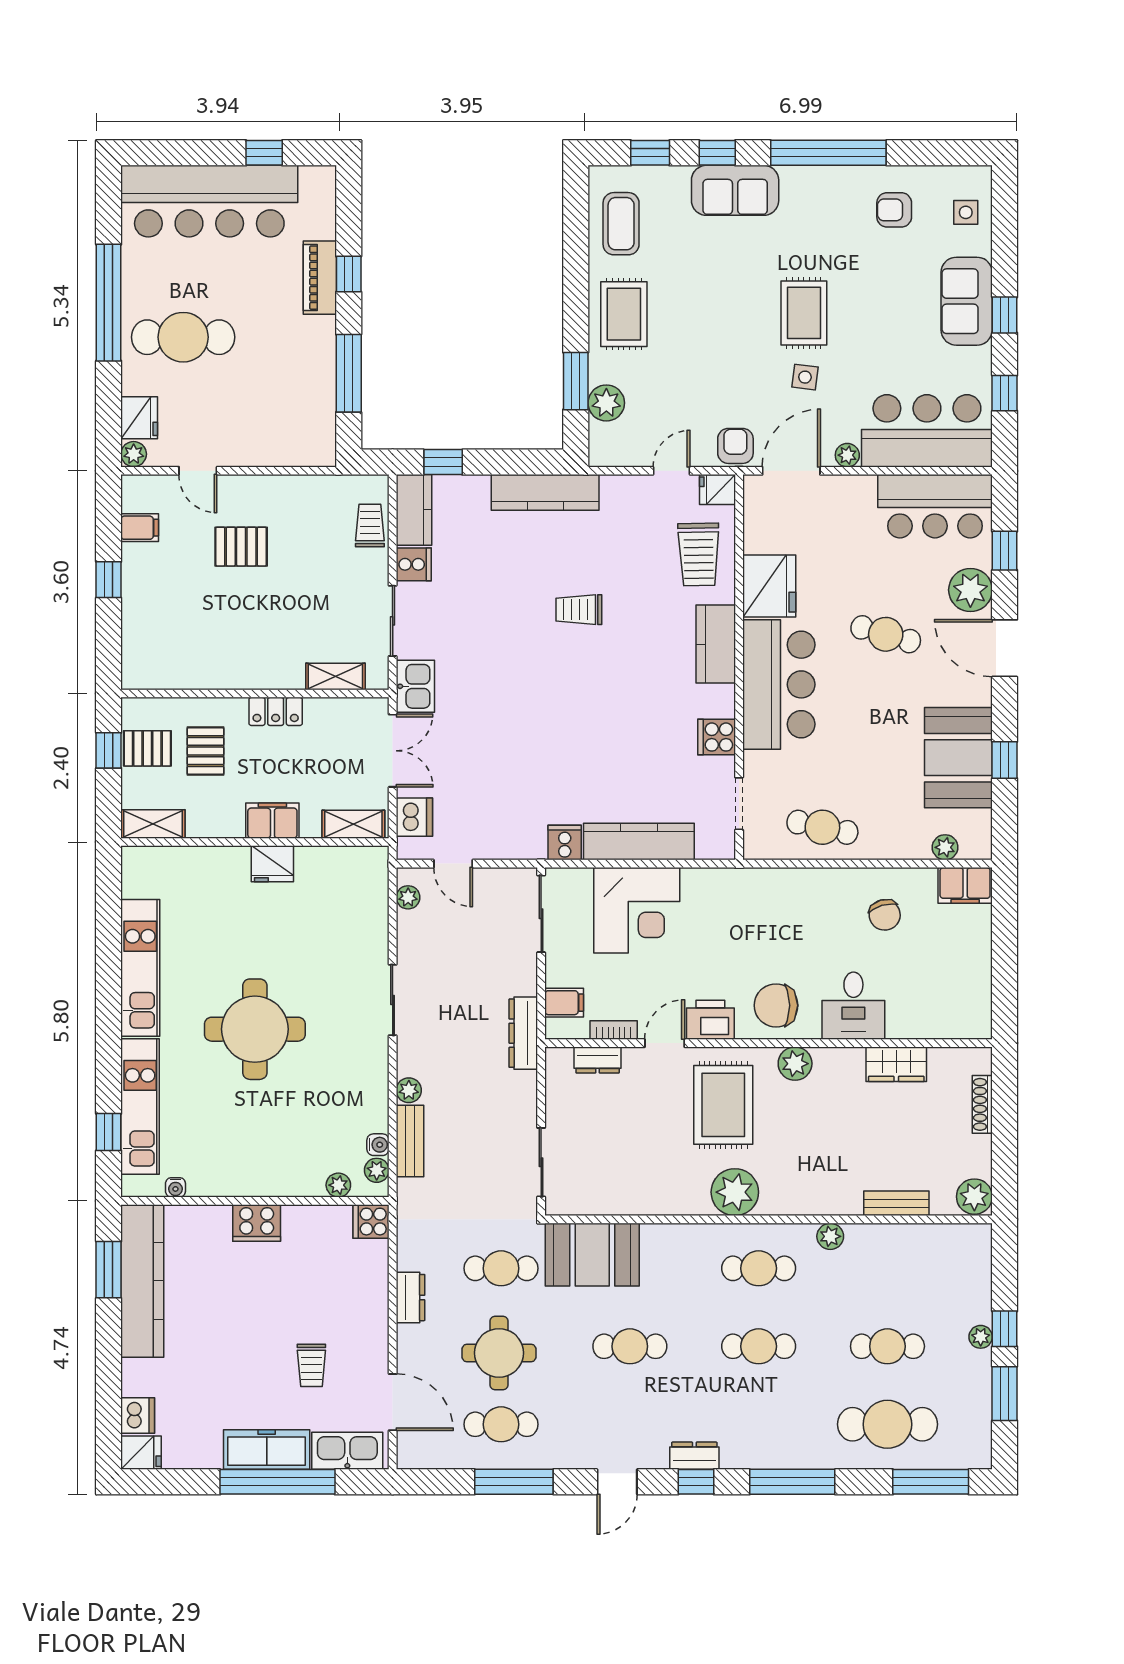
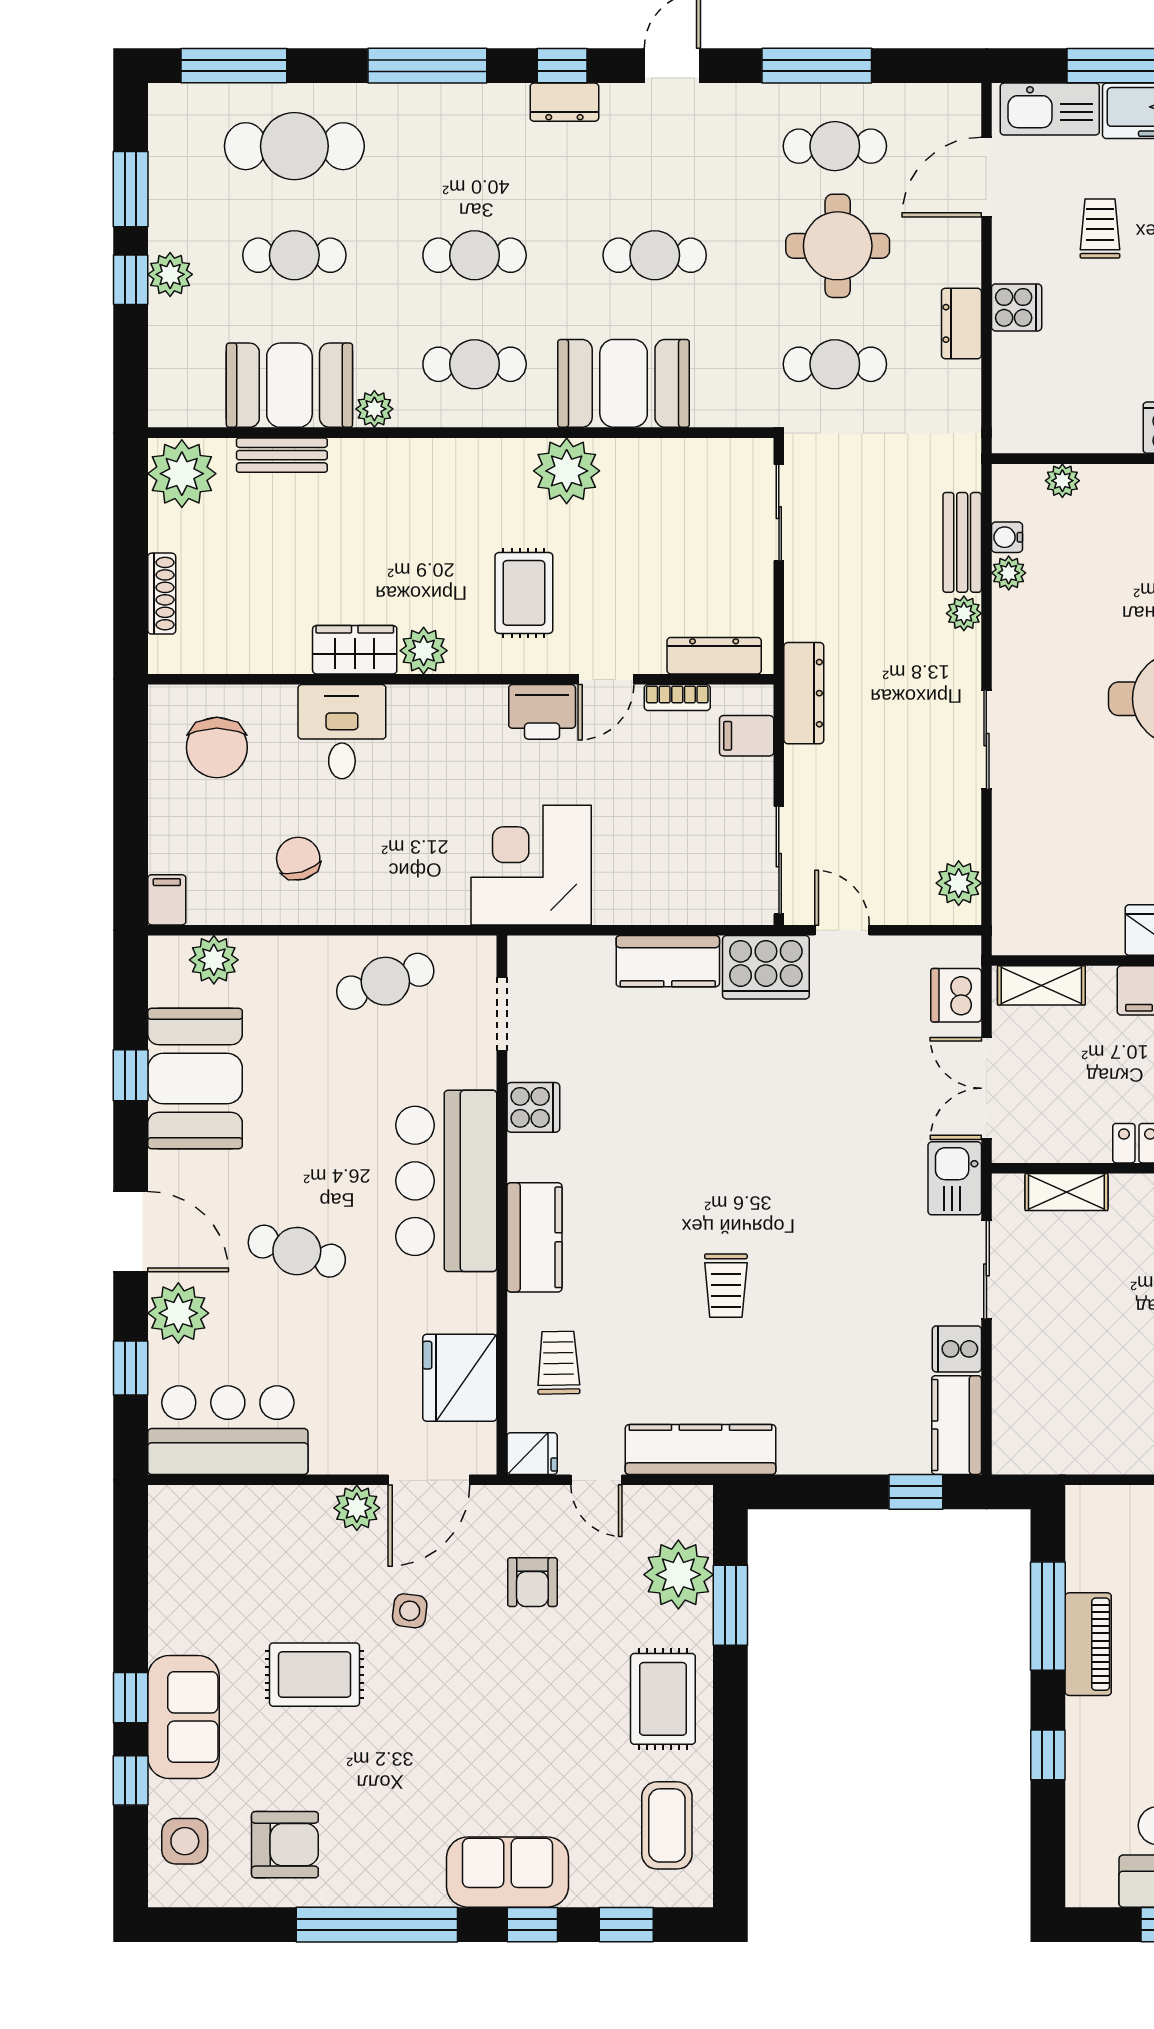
armchair: (894, 210) -> (285, 1845), width x1.38, depth x1.38
side table: (966, 212) -> (185, 1841), width x1.37, depth x1.37
piano: (320, 278) -> (1088, 1644), moved
rug: (804, 313) -> (315, 1675), moved, turned 90
window: (1005, 393) -> (131, 1780), moved
plant: (606, 403) -> (678, 1575), width x1.36, depth x1.36
bar counter: (927, 431) -> (239, 1536), removed
armchair: (735, 446) -> (532, 1582), moved
plant: (847, 455) -> (357, 1508), width x1.38, depth x1.38
door: (671, 471) -> (596, 1480), hinge flipped
kitchen counter: (545, 492) -> (700, 1450), moved
trolley: (370, 525) -> (1018, 1403), removed
trolley: (699, 554) -> (558, 1363), width x0.73, depth x0.72
fridge: (769, 586) -> (460, 1378), moved
trolley: (579, 610) -> (726, 1286), turned 90
cafe table: (822, 827) -> (385, 981), turned -31
kitchen counter: (639, 842) -> (668, 961), width x0.67
cooker: (565, 843) -> (766, 967), width x1.87, depth x1.31
plant: (945, 847) -> (214, 960), width x1.38, depth x1.38
door: (453, 864) -> (842, 930), moved
filing cabinet: (965, 885) -> (167, 900), width x0.50
plant: (408, 897) -> (959, 883), width x1.38, depth x1.38
corner desk: (637, 910) -> (531, 865), moved
chair: (776, 1005) -> (217, 747), moved, turned 90
dresser: (598, 1060) -> (714, 656), width x1.44
wardrobe: (896, 1064) -> (355, 650), moved
rug: (723, 1105) -> (524, 593), width x0.73, depth x0.70
plant: (377, 1170) -> (1009, 573), moved
plant: (735, 1192) -> (567, 471), moved
plant: (974, 1197) -> (182, 474), width x1.36, depth x1.36
cooker: (371, 1222) -> (1017, 307), moved
booth: (891, 1253) -> (289, 385), added
booth: (592, 1255) -> (624, 383), moved
plant: (981, 1337) -> (170, 274), width x1.38, depth x1.38
door: (393, 1402) -> (986, 177), hinge flipped

